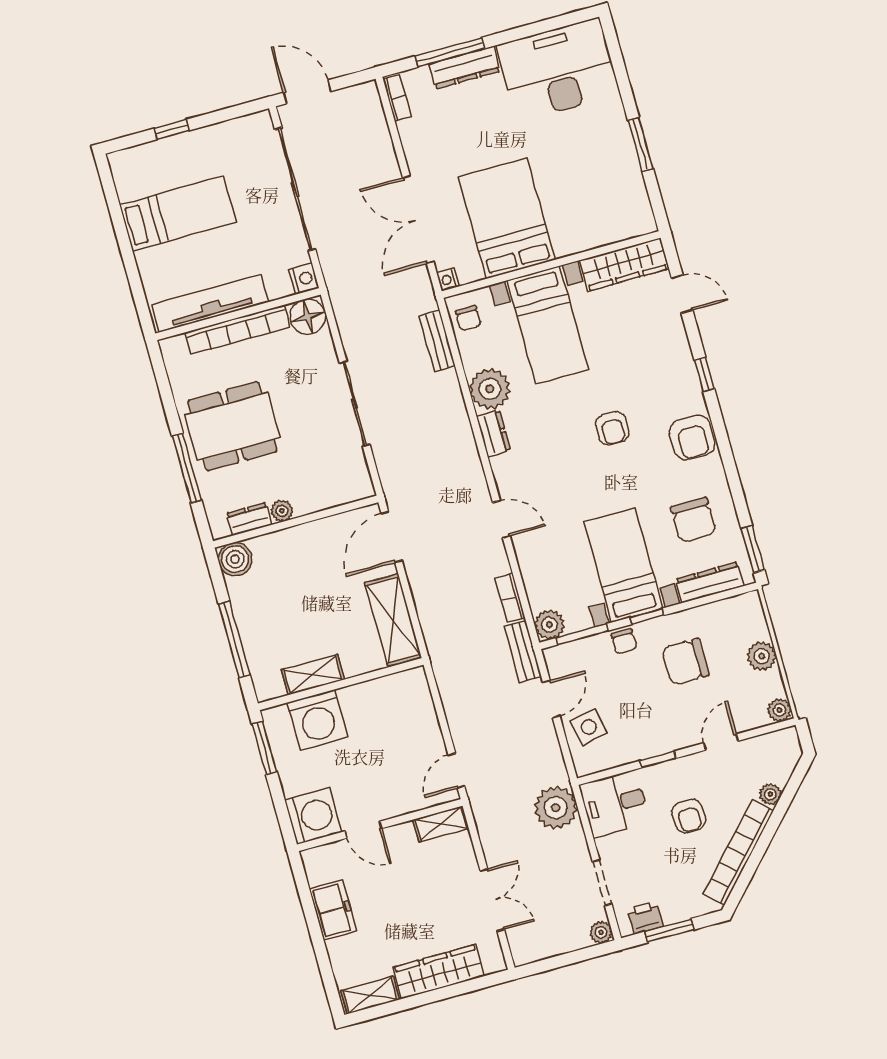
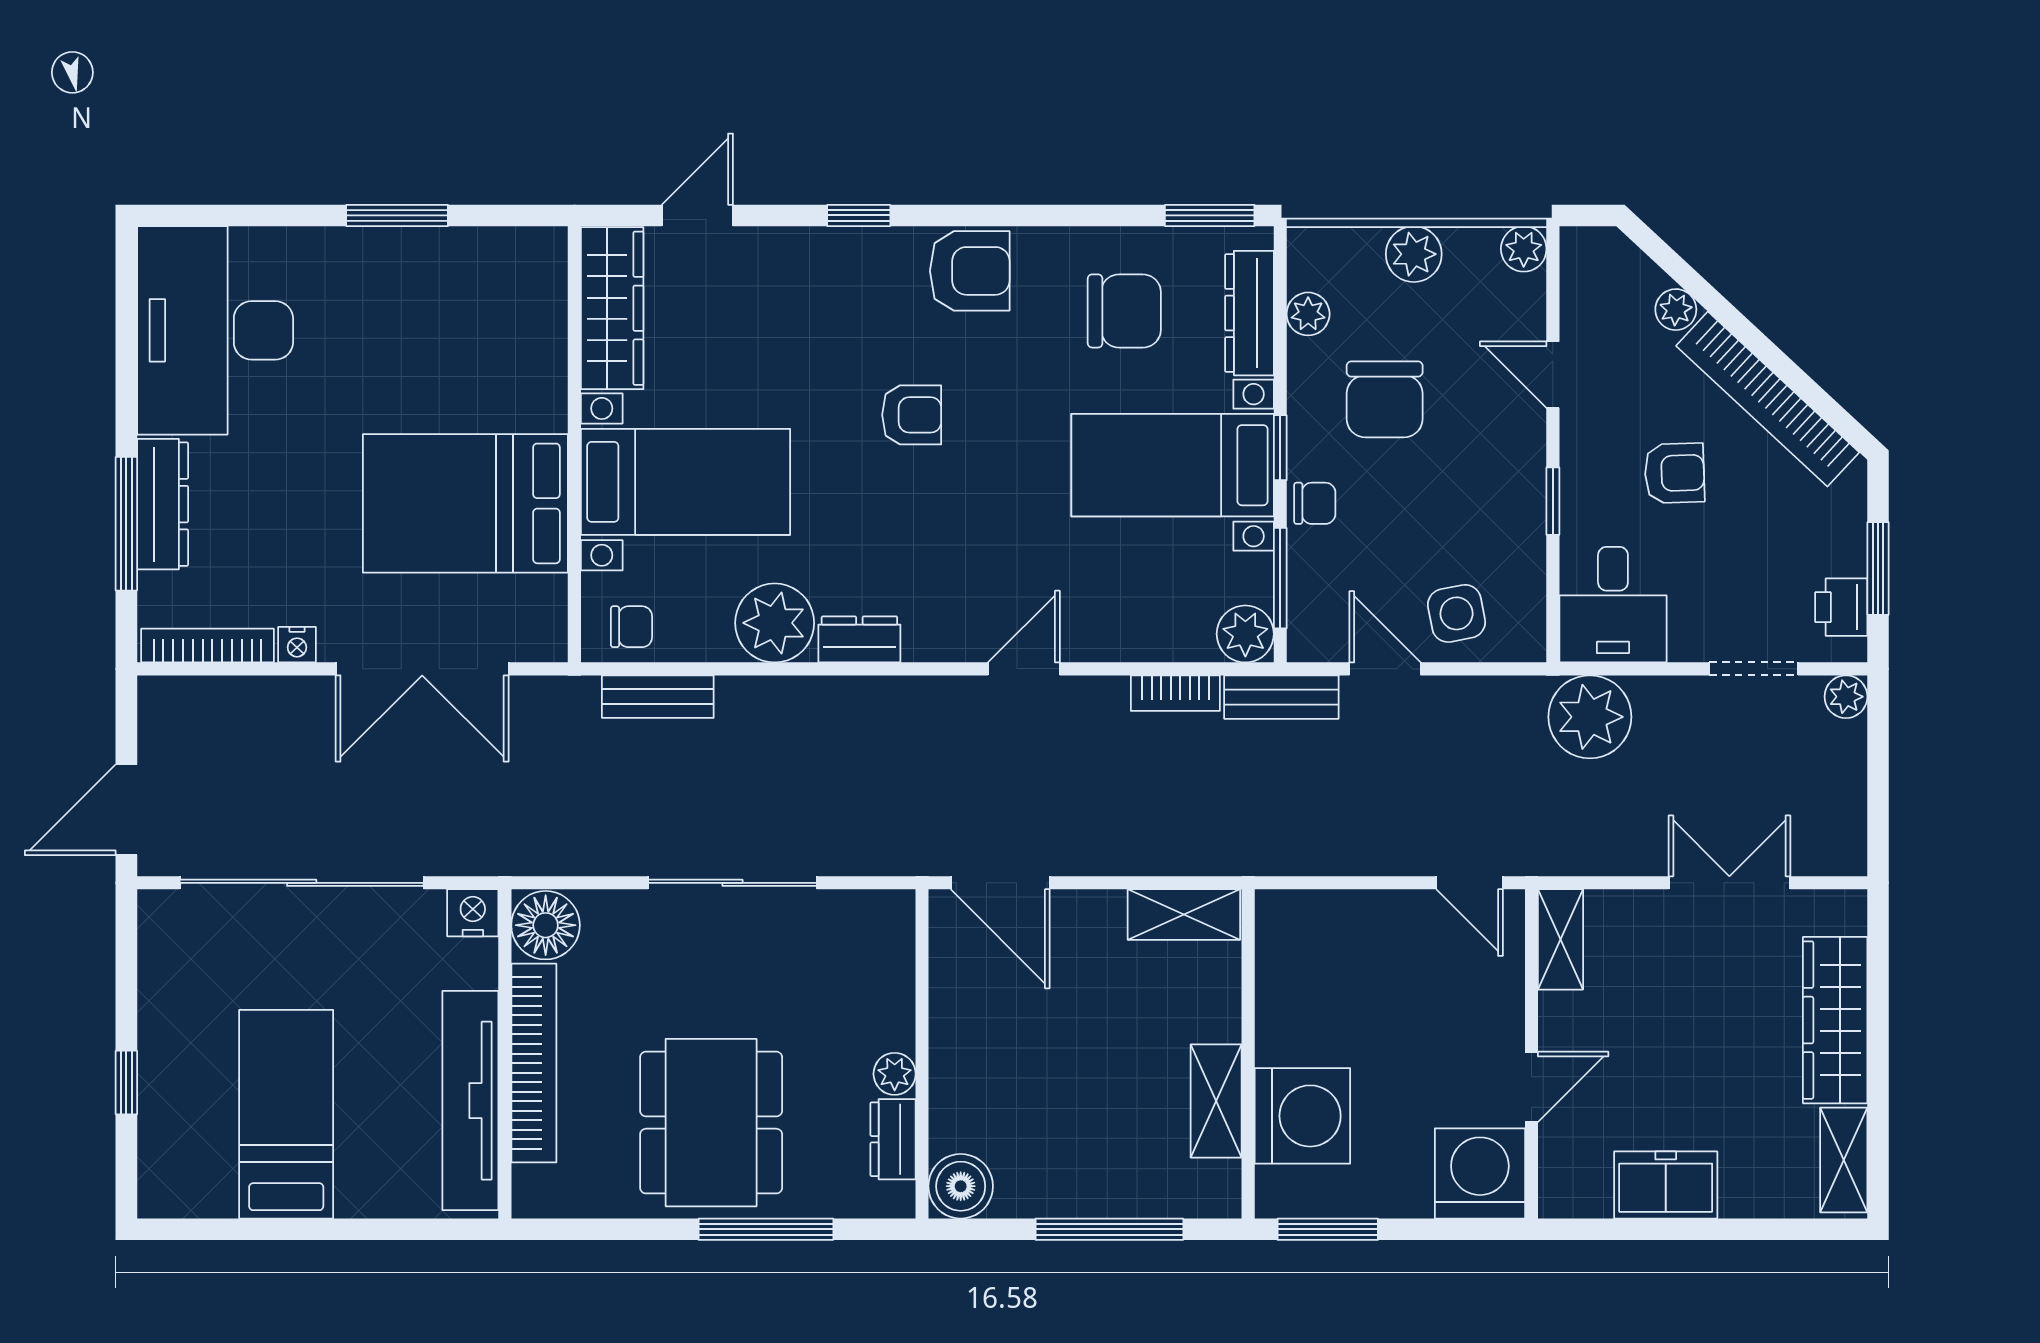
bookcase: (397, 98) -> (208, 645), width x1.56
nightstand: (448, 280) -> (297, 645), moved
plant: (717, 612) -> (1308, 314), added
shelving: (393, 620) -> (1184, 914), width x0.67, depth x0.75

